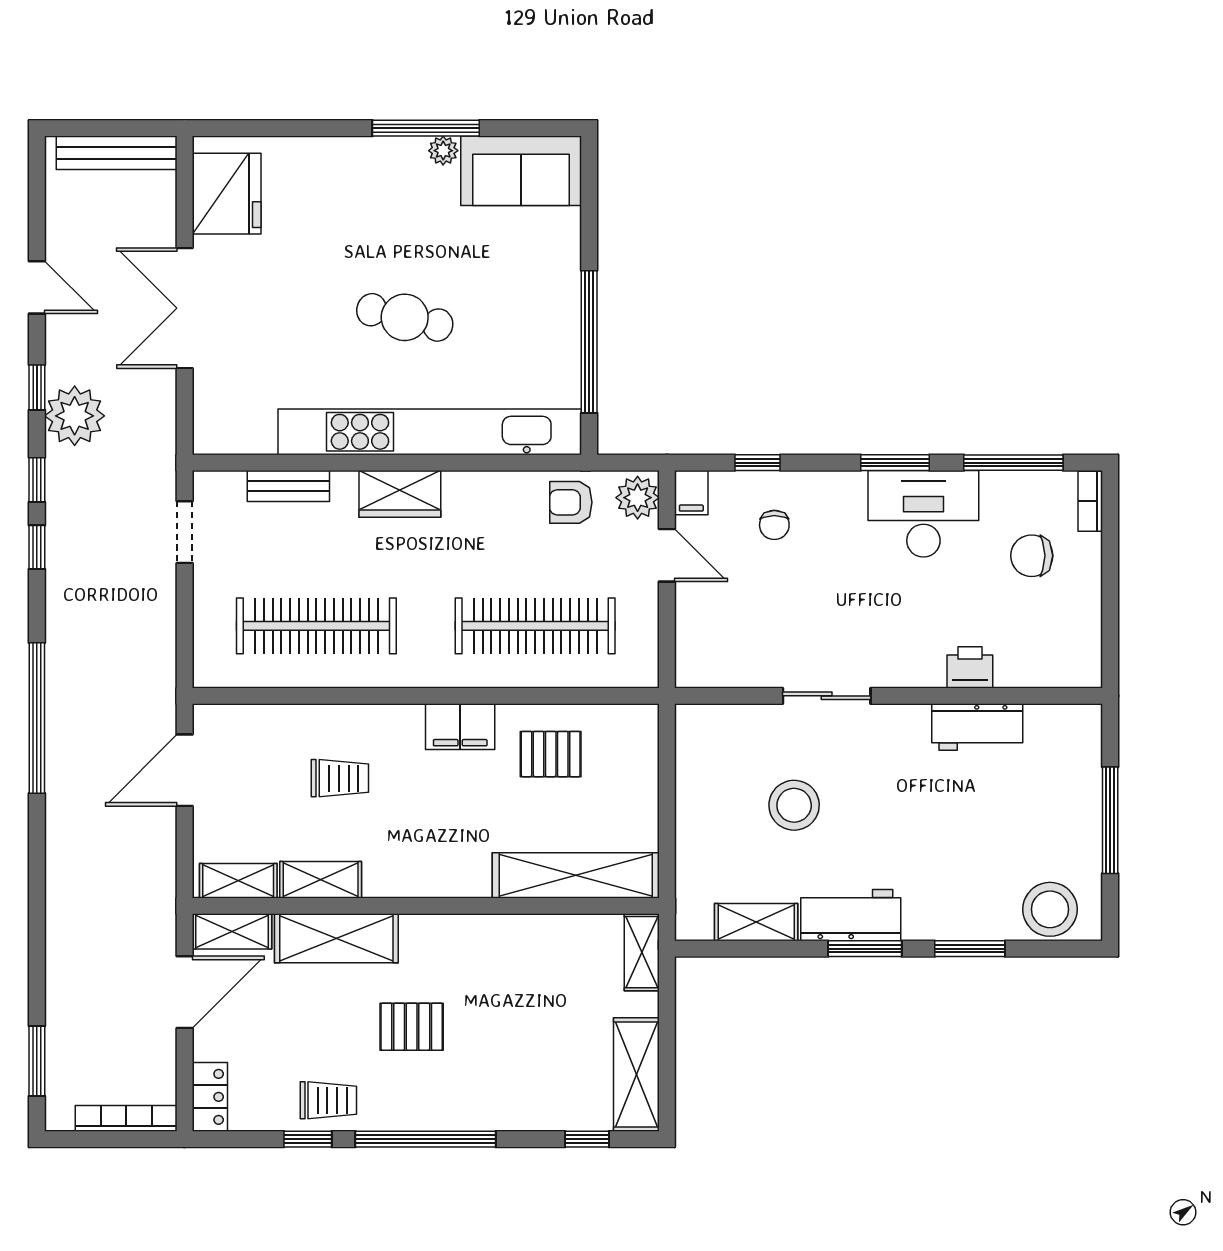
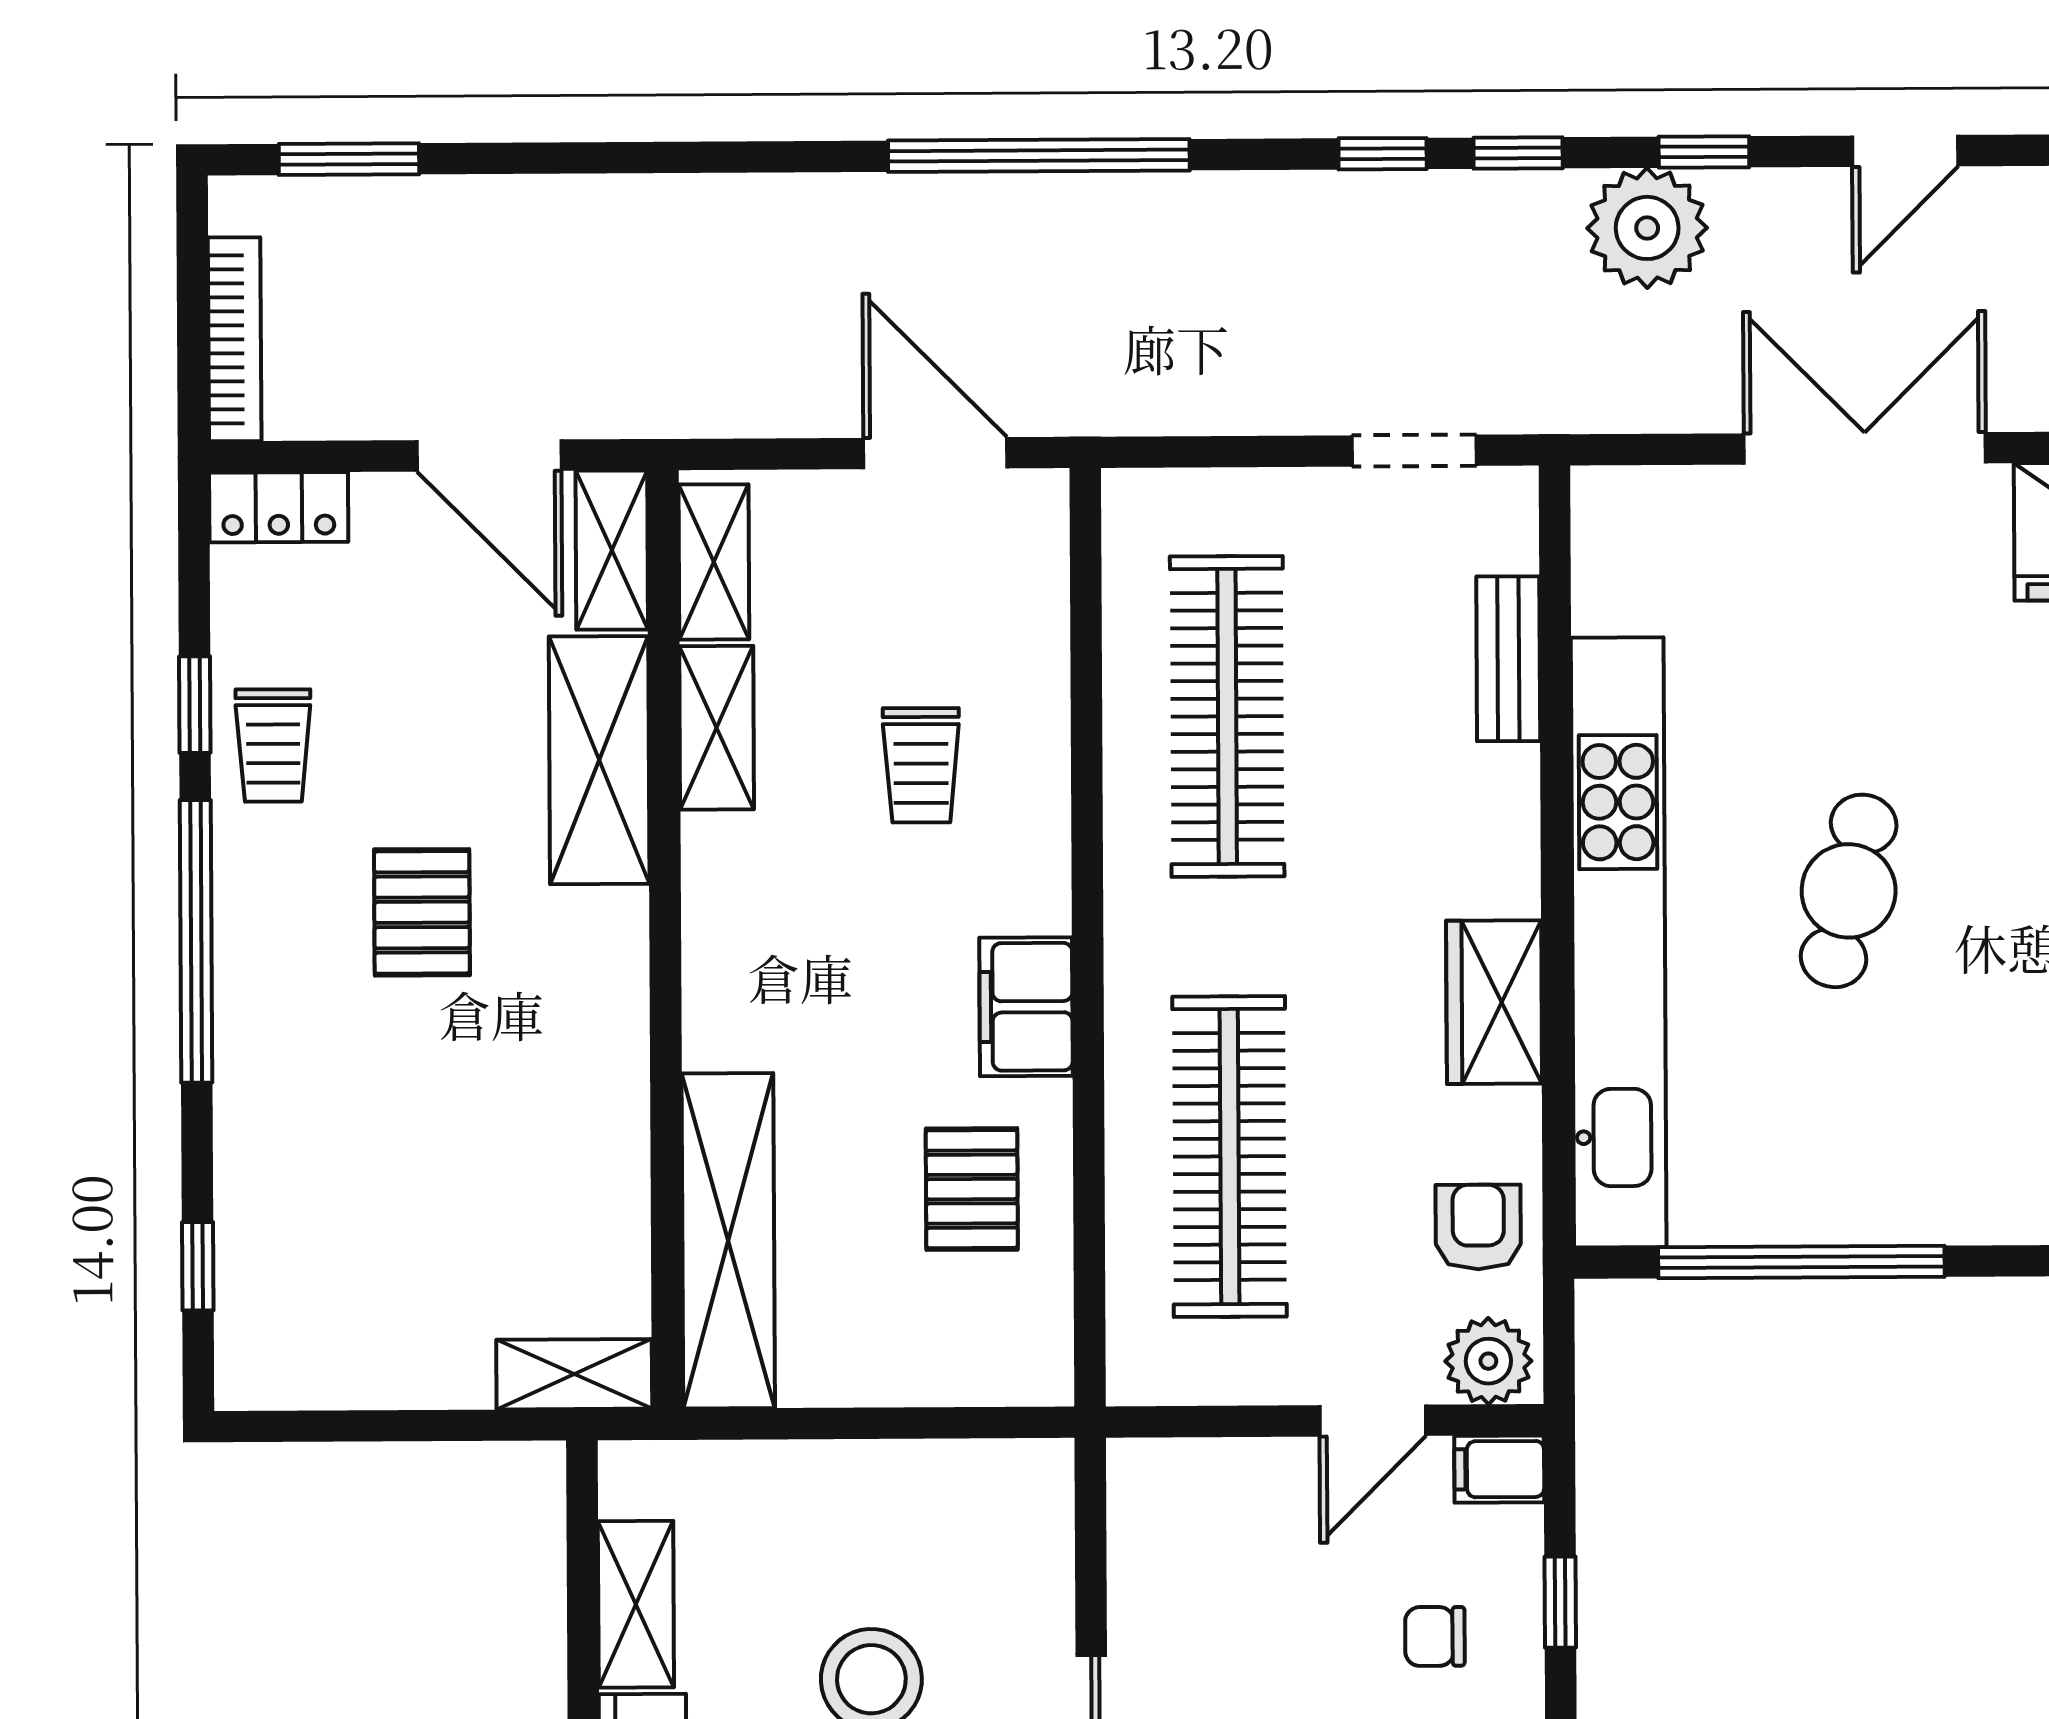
wardrobe: (400, 494) -> (1494, 1002), moved
shelving: (636, 1074) -> (328, 1365), removed

